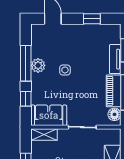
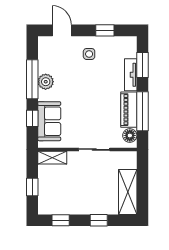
side table: (65, 70) -> (89, 54), moved
sofa: (49, 115) -> (49, 121), moved, turned 90

